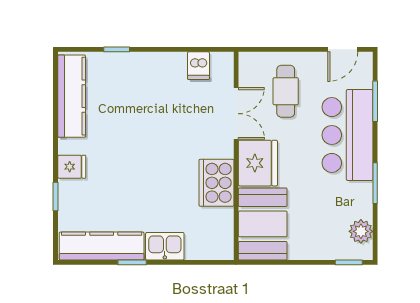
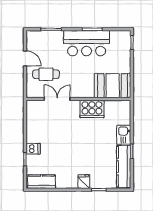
door: (343, 49) -> (25, 58), moved
dishwasher: (198, 66) -> (33, 149), moved
kitchen counter: (72, 96) -> (42, 182), width x0.67
bar counter: (347, 135) -> (87, 43), moved
fridge: (258, 163) -> (82, 88), removed
plant: (361, 231) -> (116, 36), removed

